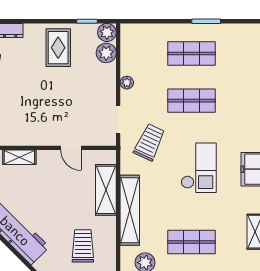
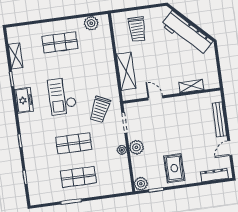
plant: (106, 53) -> (136, 147), moved
shelving: (130, 210) -> (107, 59), removed

